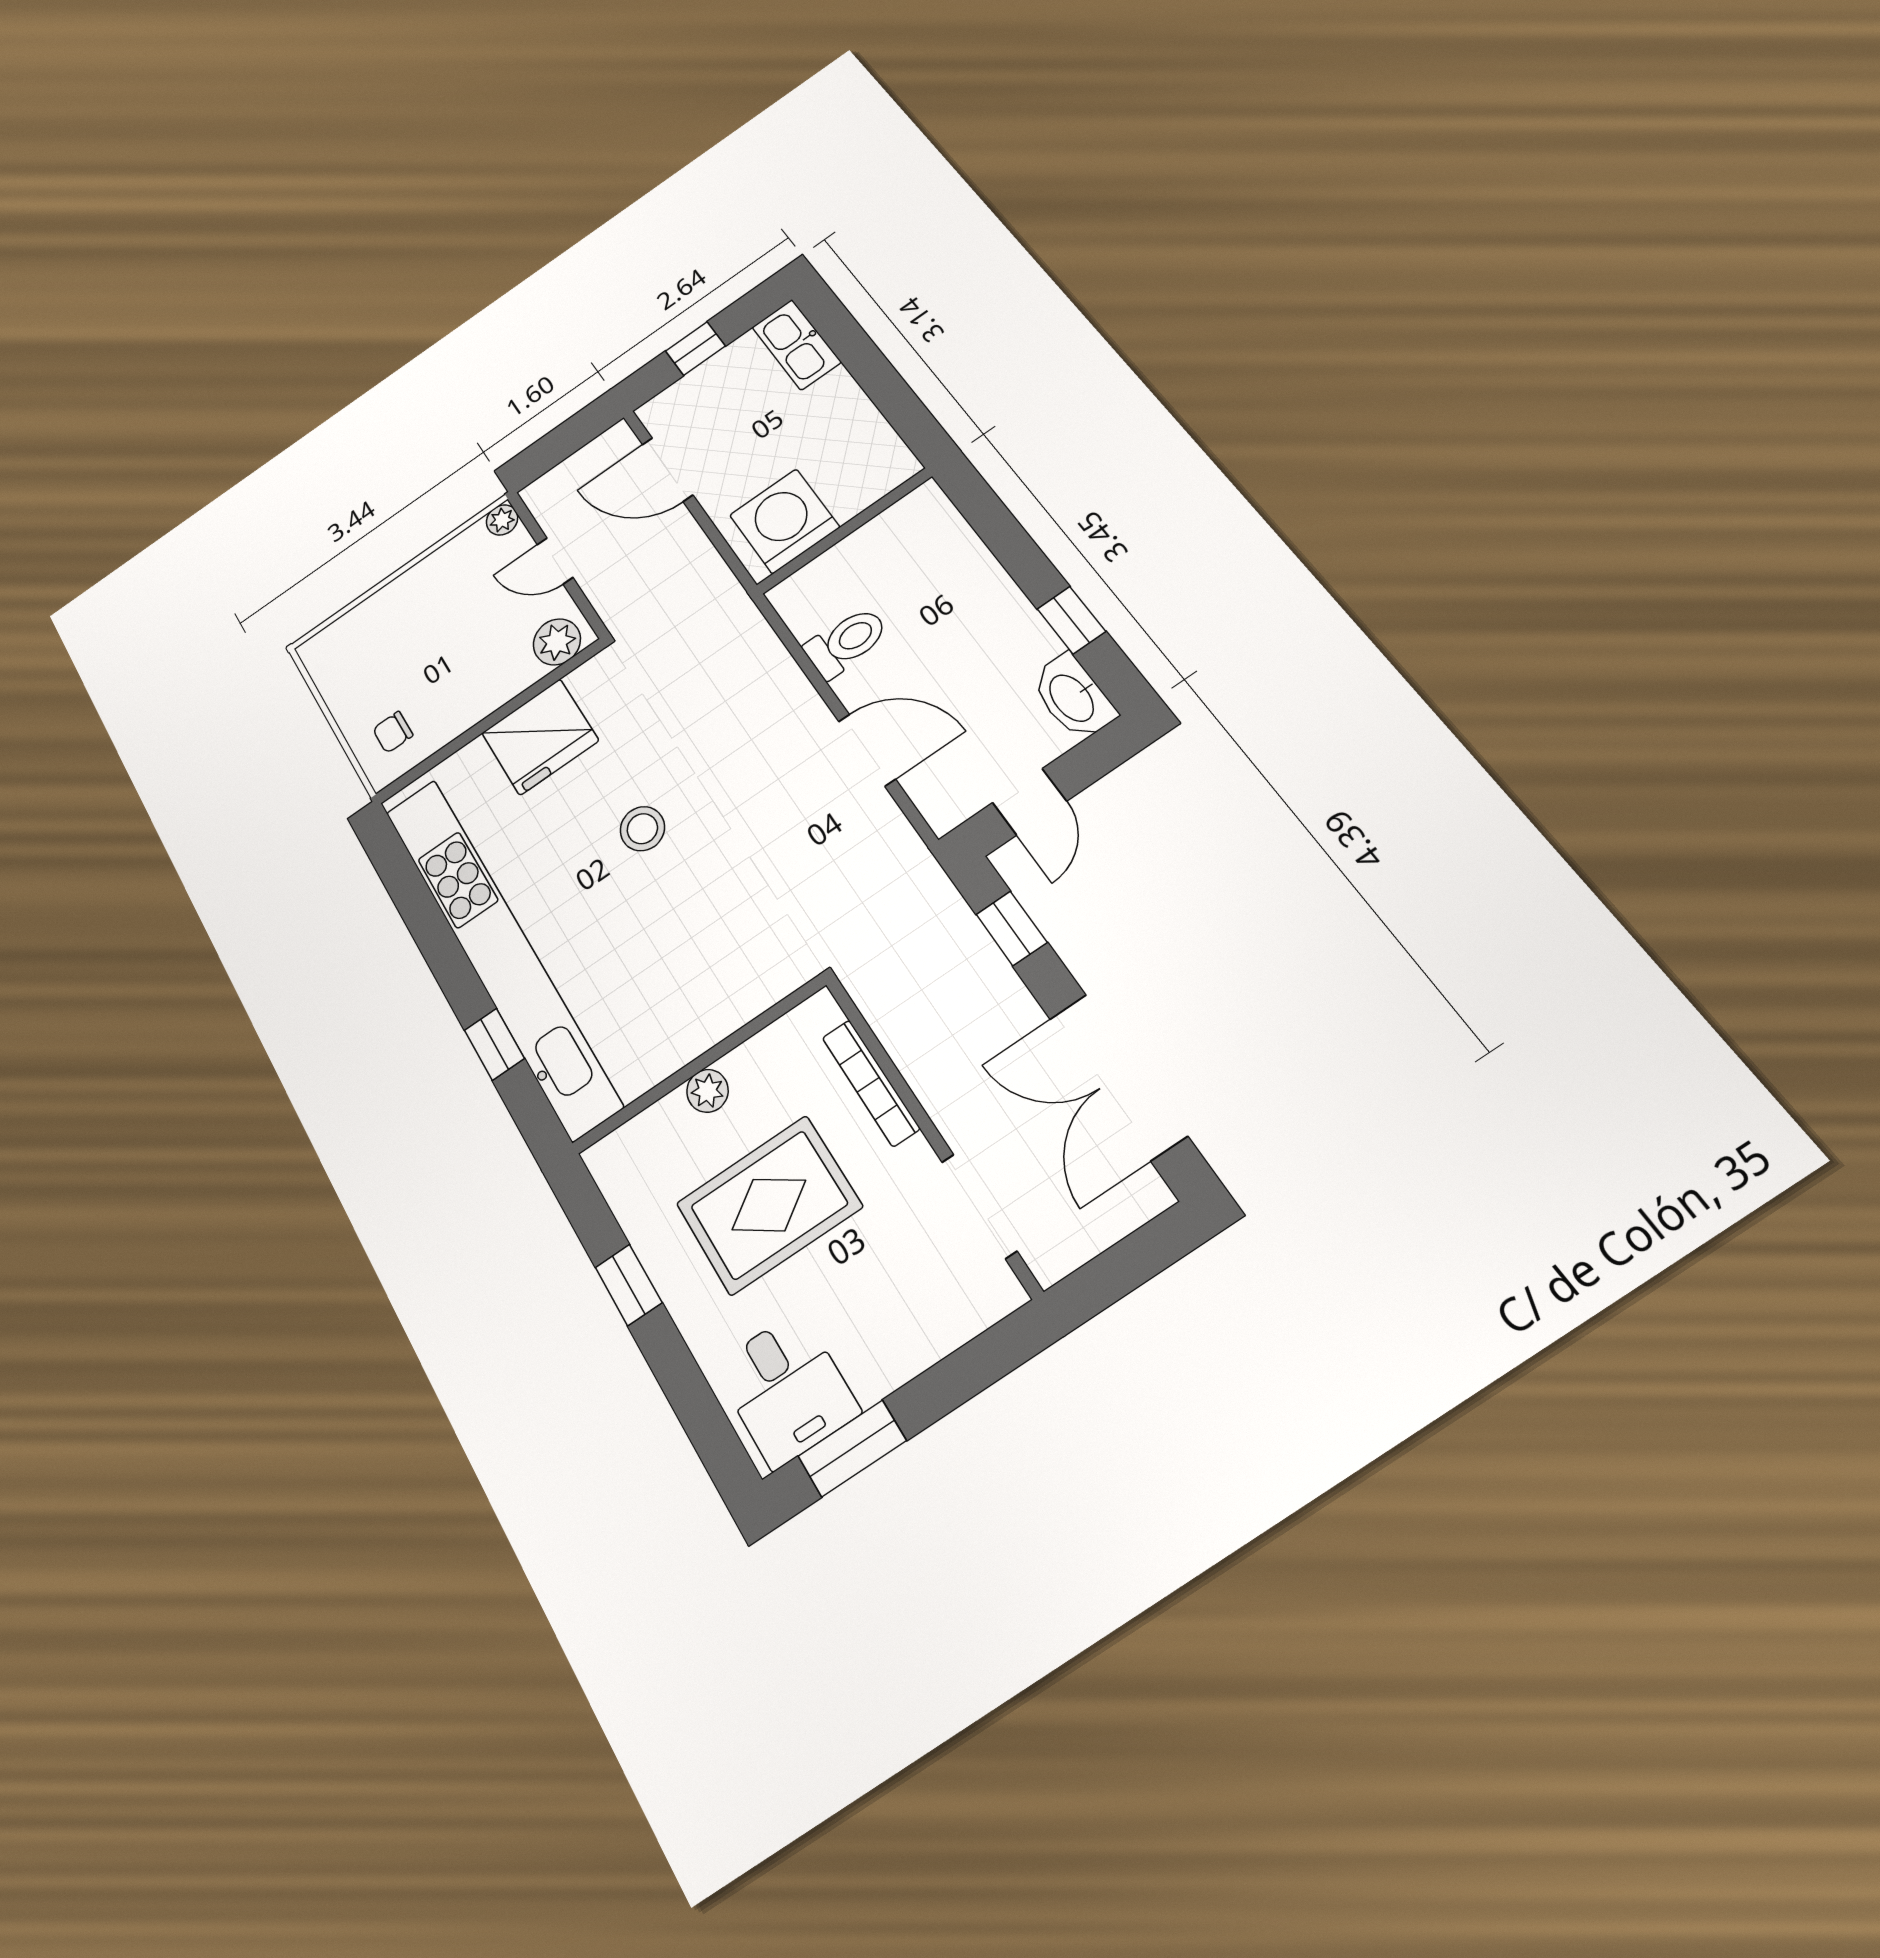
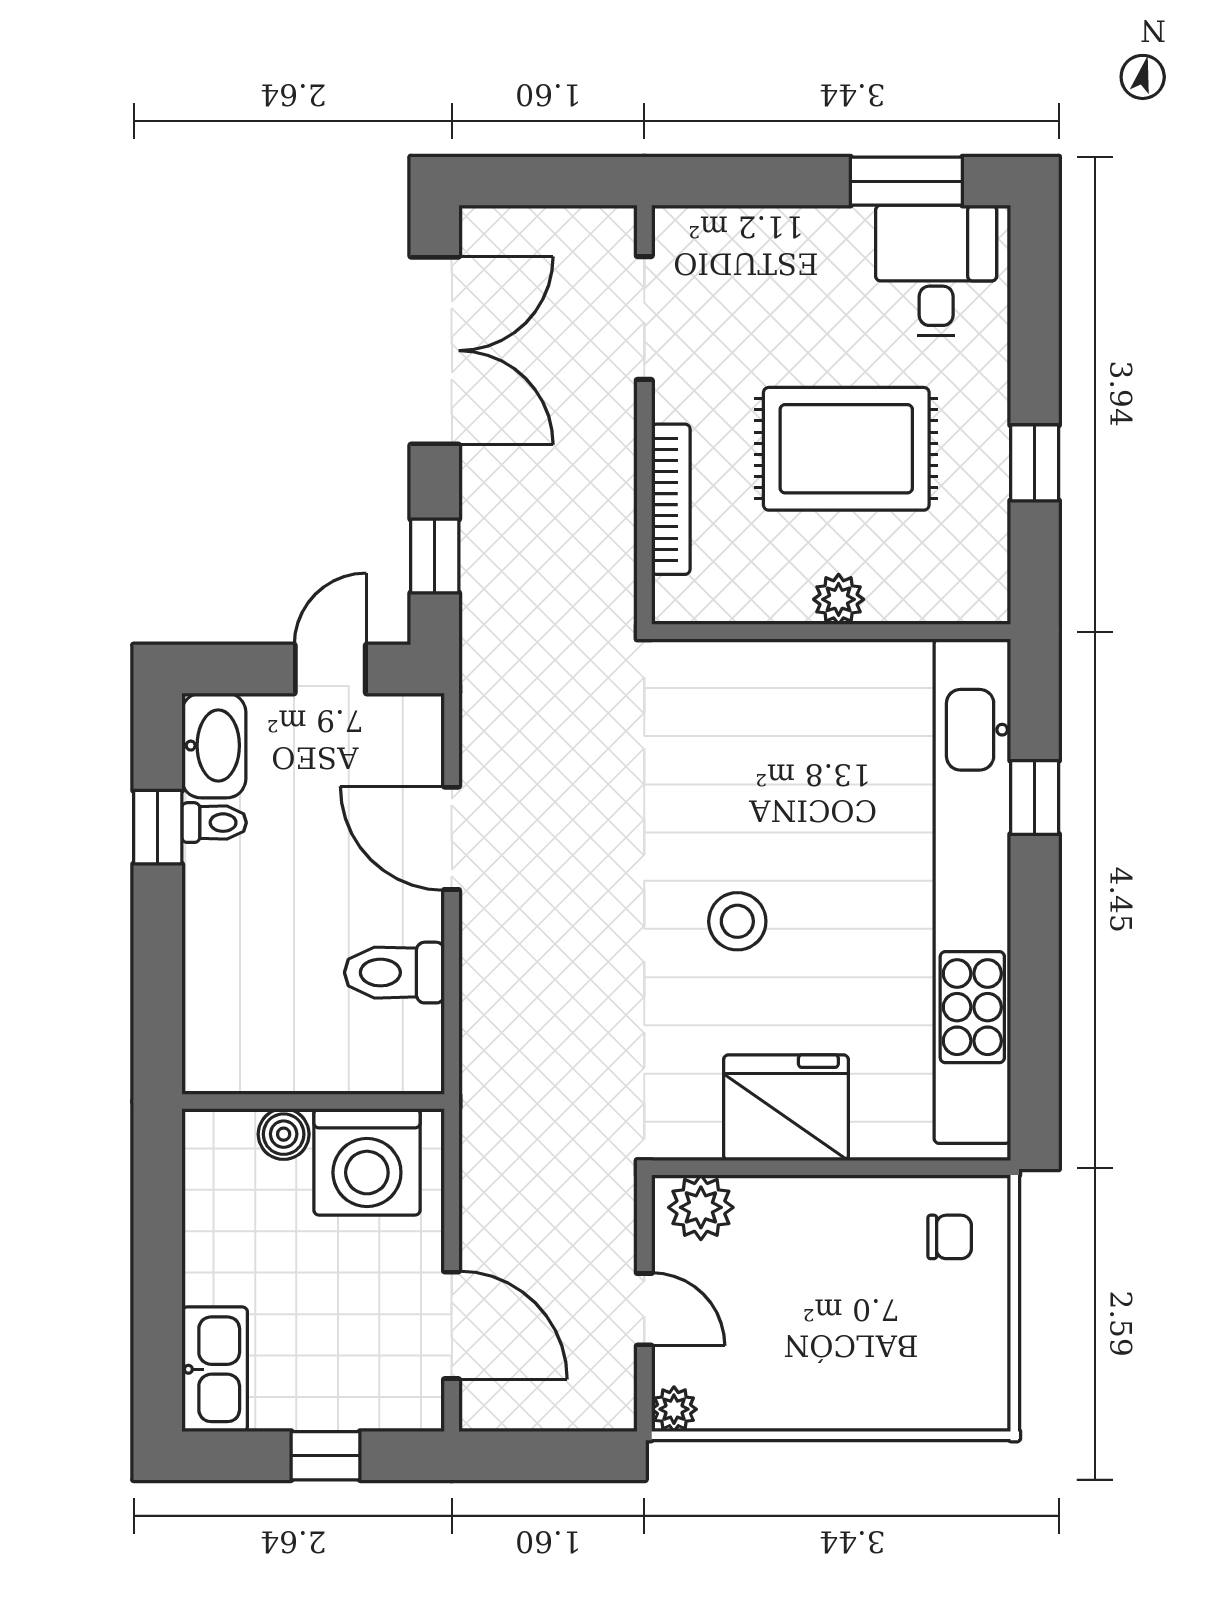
boiler: (849, 500) -> (284, 1134), added
toilet: (1035, 649) -> (214, 823), added

